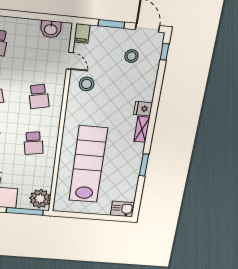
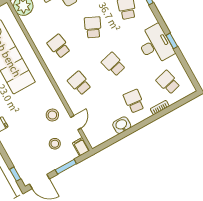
washbasin: (51, 29) -> (122, 125), moved
stool: (131, 56) -> (55, 144), moved
door: (70, 61) -> (76, 123), swing flipped

